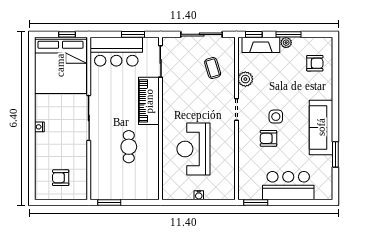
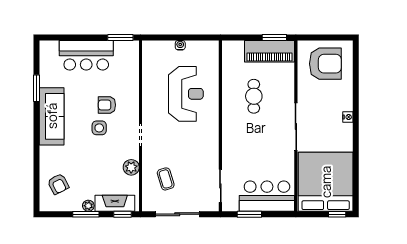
window: (67, 34) -> (337, 214), moved
armchair: (315, 63) -> (58, 184), turned -117
piano: (149, 101) -> (270, 51), moved, turned 90
armchair: (268, 138) -> (107, 105), turned 180
armchair: (61, 178) -> (325, 64), width x1.88, depth x1.88

